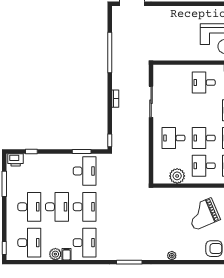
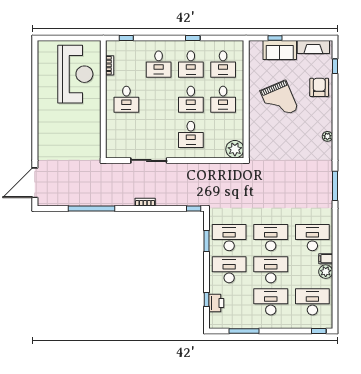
printer: (16, 160) -> (216, 303), moved
desk: (57, 171) -> (229, 270), added
plant: (177, 176) -> (235, 149), moved

